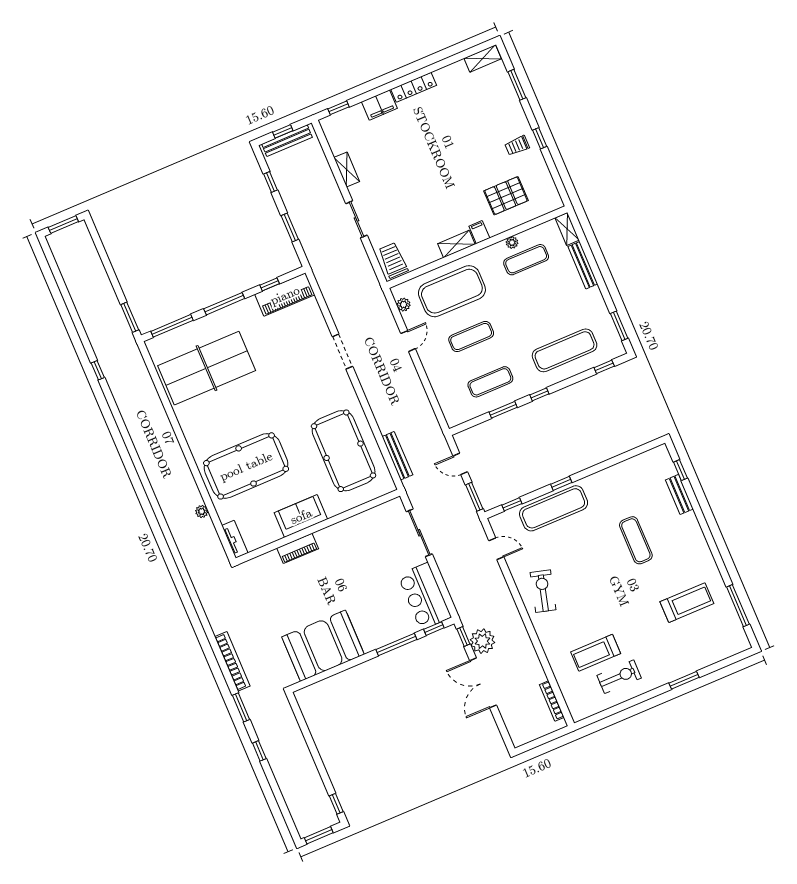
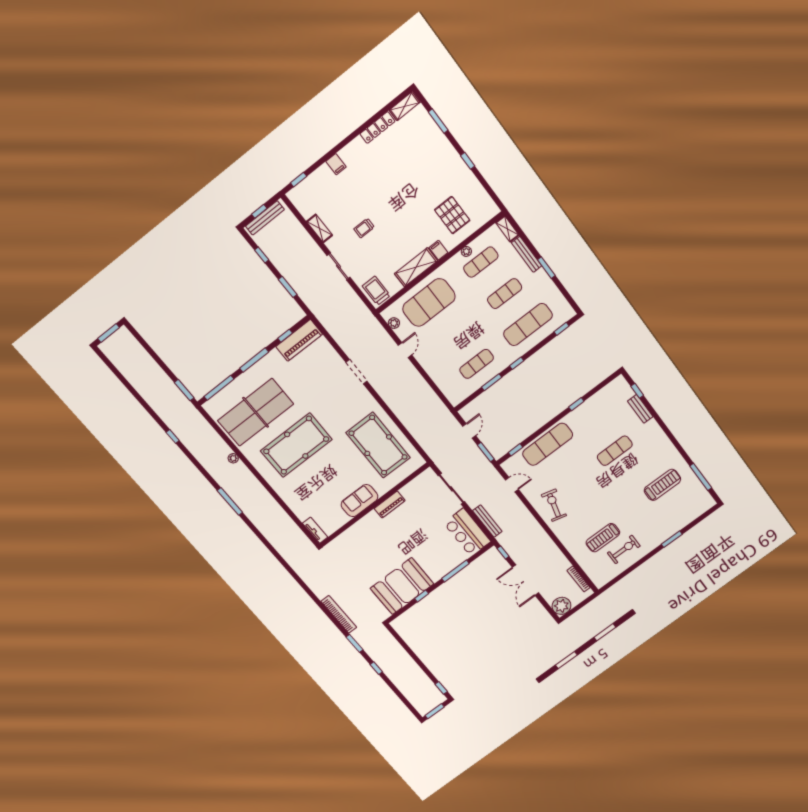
locker: (414, 87) -> (377, 128), moved
filing cabinet: (379, 105) -> (336, 164), width x0.50
trolley: (517, 146) -> (364, 228), moved
pallet: (506, 196) -> (452, 215), turned 90
shelving: (456, 244) -> (416, 267), width x1.50, depth x1.33
window: (619, 326) -> (546, 268), moved
exercise mat: (471, 336) -> (505, 294), moved
bench: (397, 456) -> (487, 521), moved
door: (460, 464) -> (469, 431), swing flipped
pool table: (246, 466) -> (296, 445), moved
window: (141, 472) -> (230, 501), added
window: (561, 483) -> (576, 404), moved
plant: (202, 512) -> (233, 458), moved
exercise mat: (636, 540) -> (615, 451), turned 90
piano: (298, 548) -> (390, 505), moved
window: (434, 629) -> (422, 596), moved
plant: (482, 641) -> (561, 606), moved

